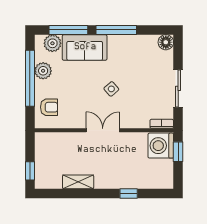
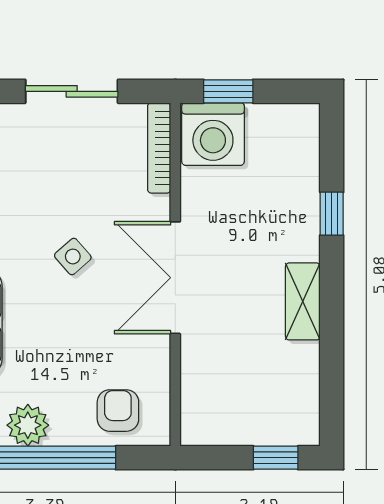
bookcase: (162, 124) -> (159, 148), width x1.56
double door: (103, 130) -> (175, 278), width x1.37
shelving: (78, 182) -> (303, 301), moved

